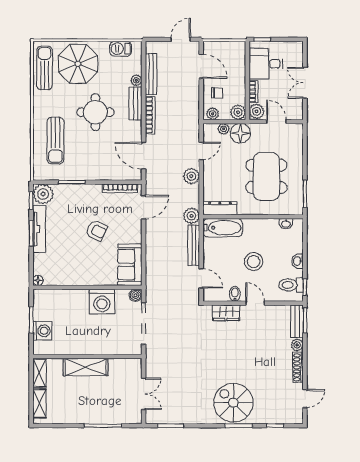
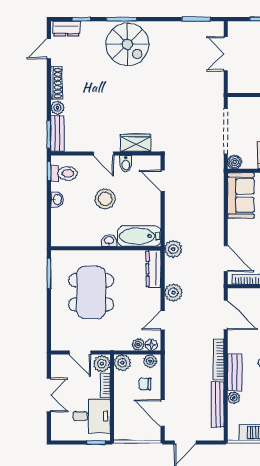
floor lamp: (240, 133) -> (151, 345), moved, width x0.53, depth x0.53
door: (144, 207) -> (226, 259), swing flipped
dresser: (220, 208) -> (153, 269), moved, turned 90
washbasin: (286, 224) -> (109, 240), moved
bench: (194, 245) -> (171, 217), removed
dresser: (289, 417) -> (67, 29), added

